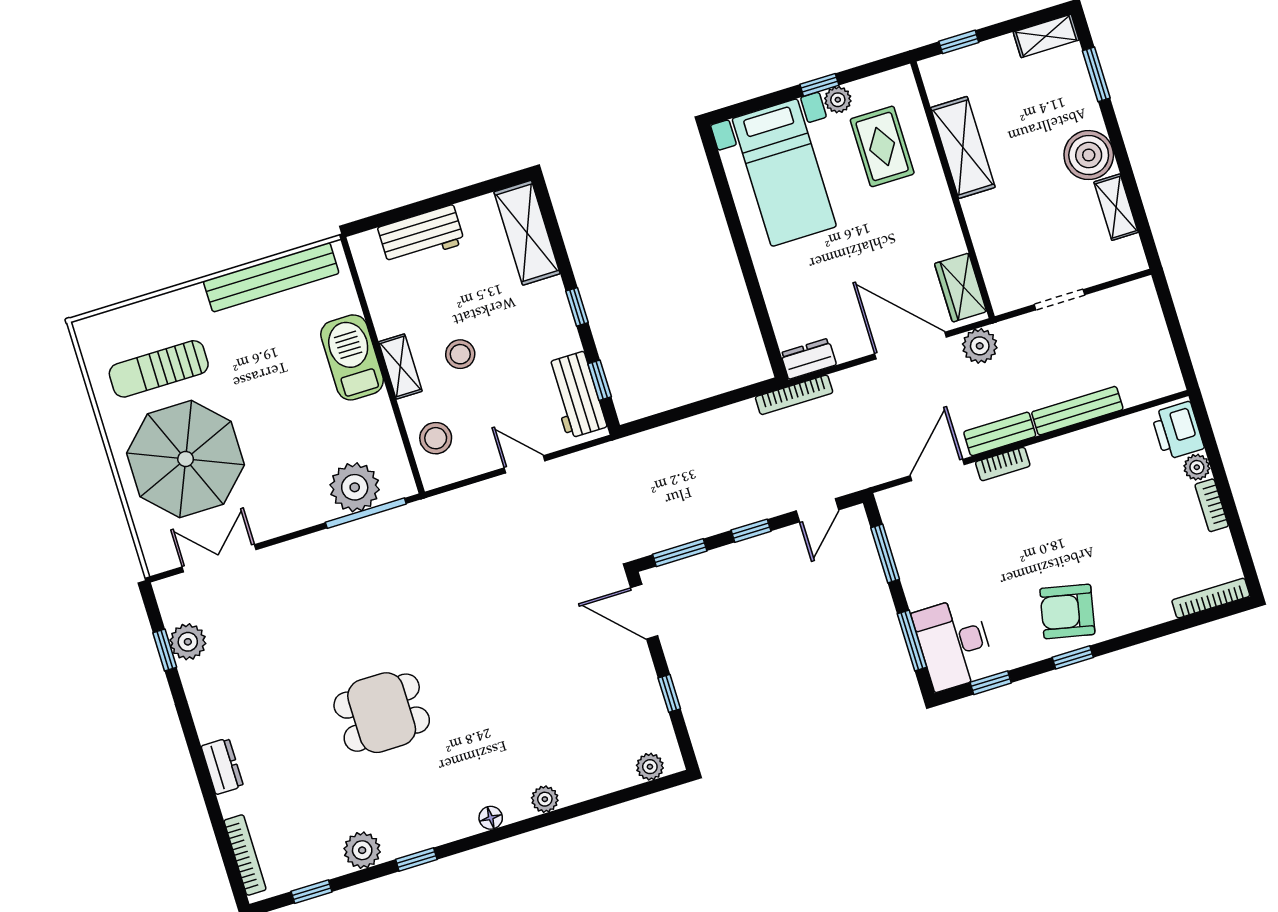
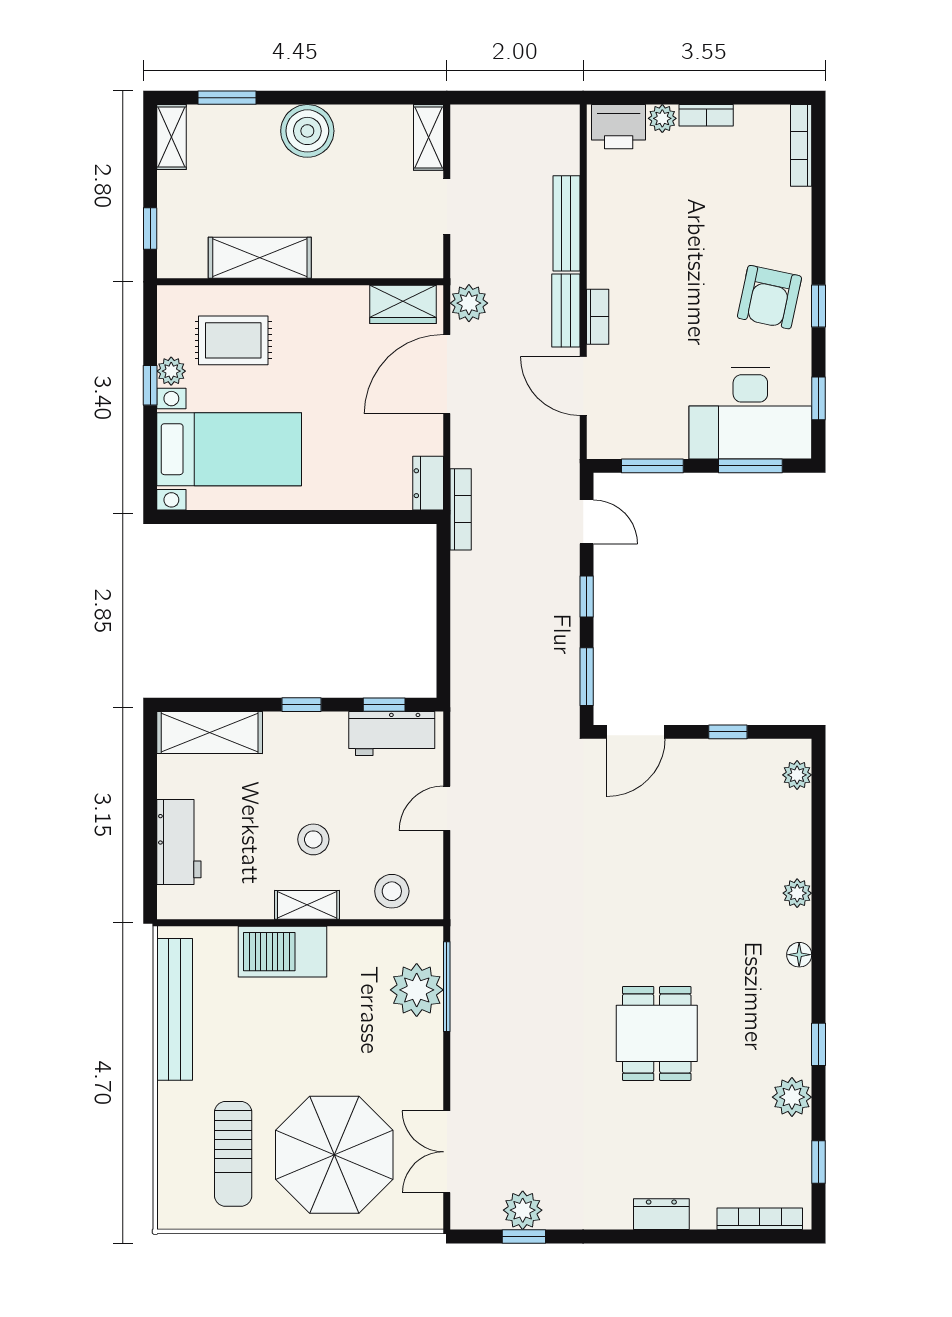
shelving: (1116, 207) -> (429, 137), moved, turned 90
desk: (954, 644) -> (750, 413), width x1.36, depth x1.30

